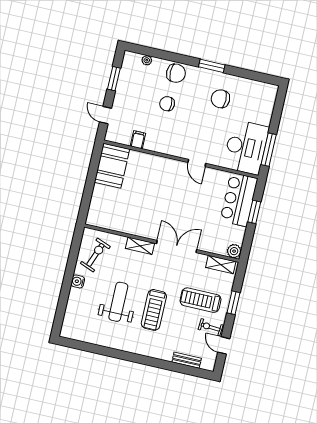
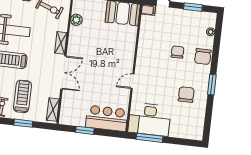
filing cabinet: (138, 140) -> (148, 10), moved
window: (254, 212) -> (85, 130), moved
plant: (234, 251) -> (76, 20), moved

